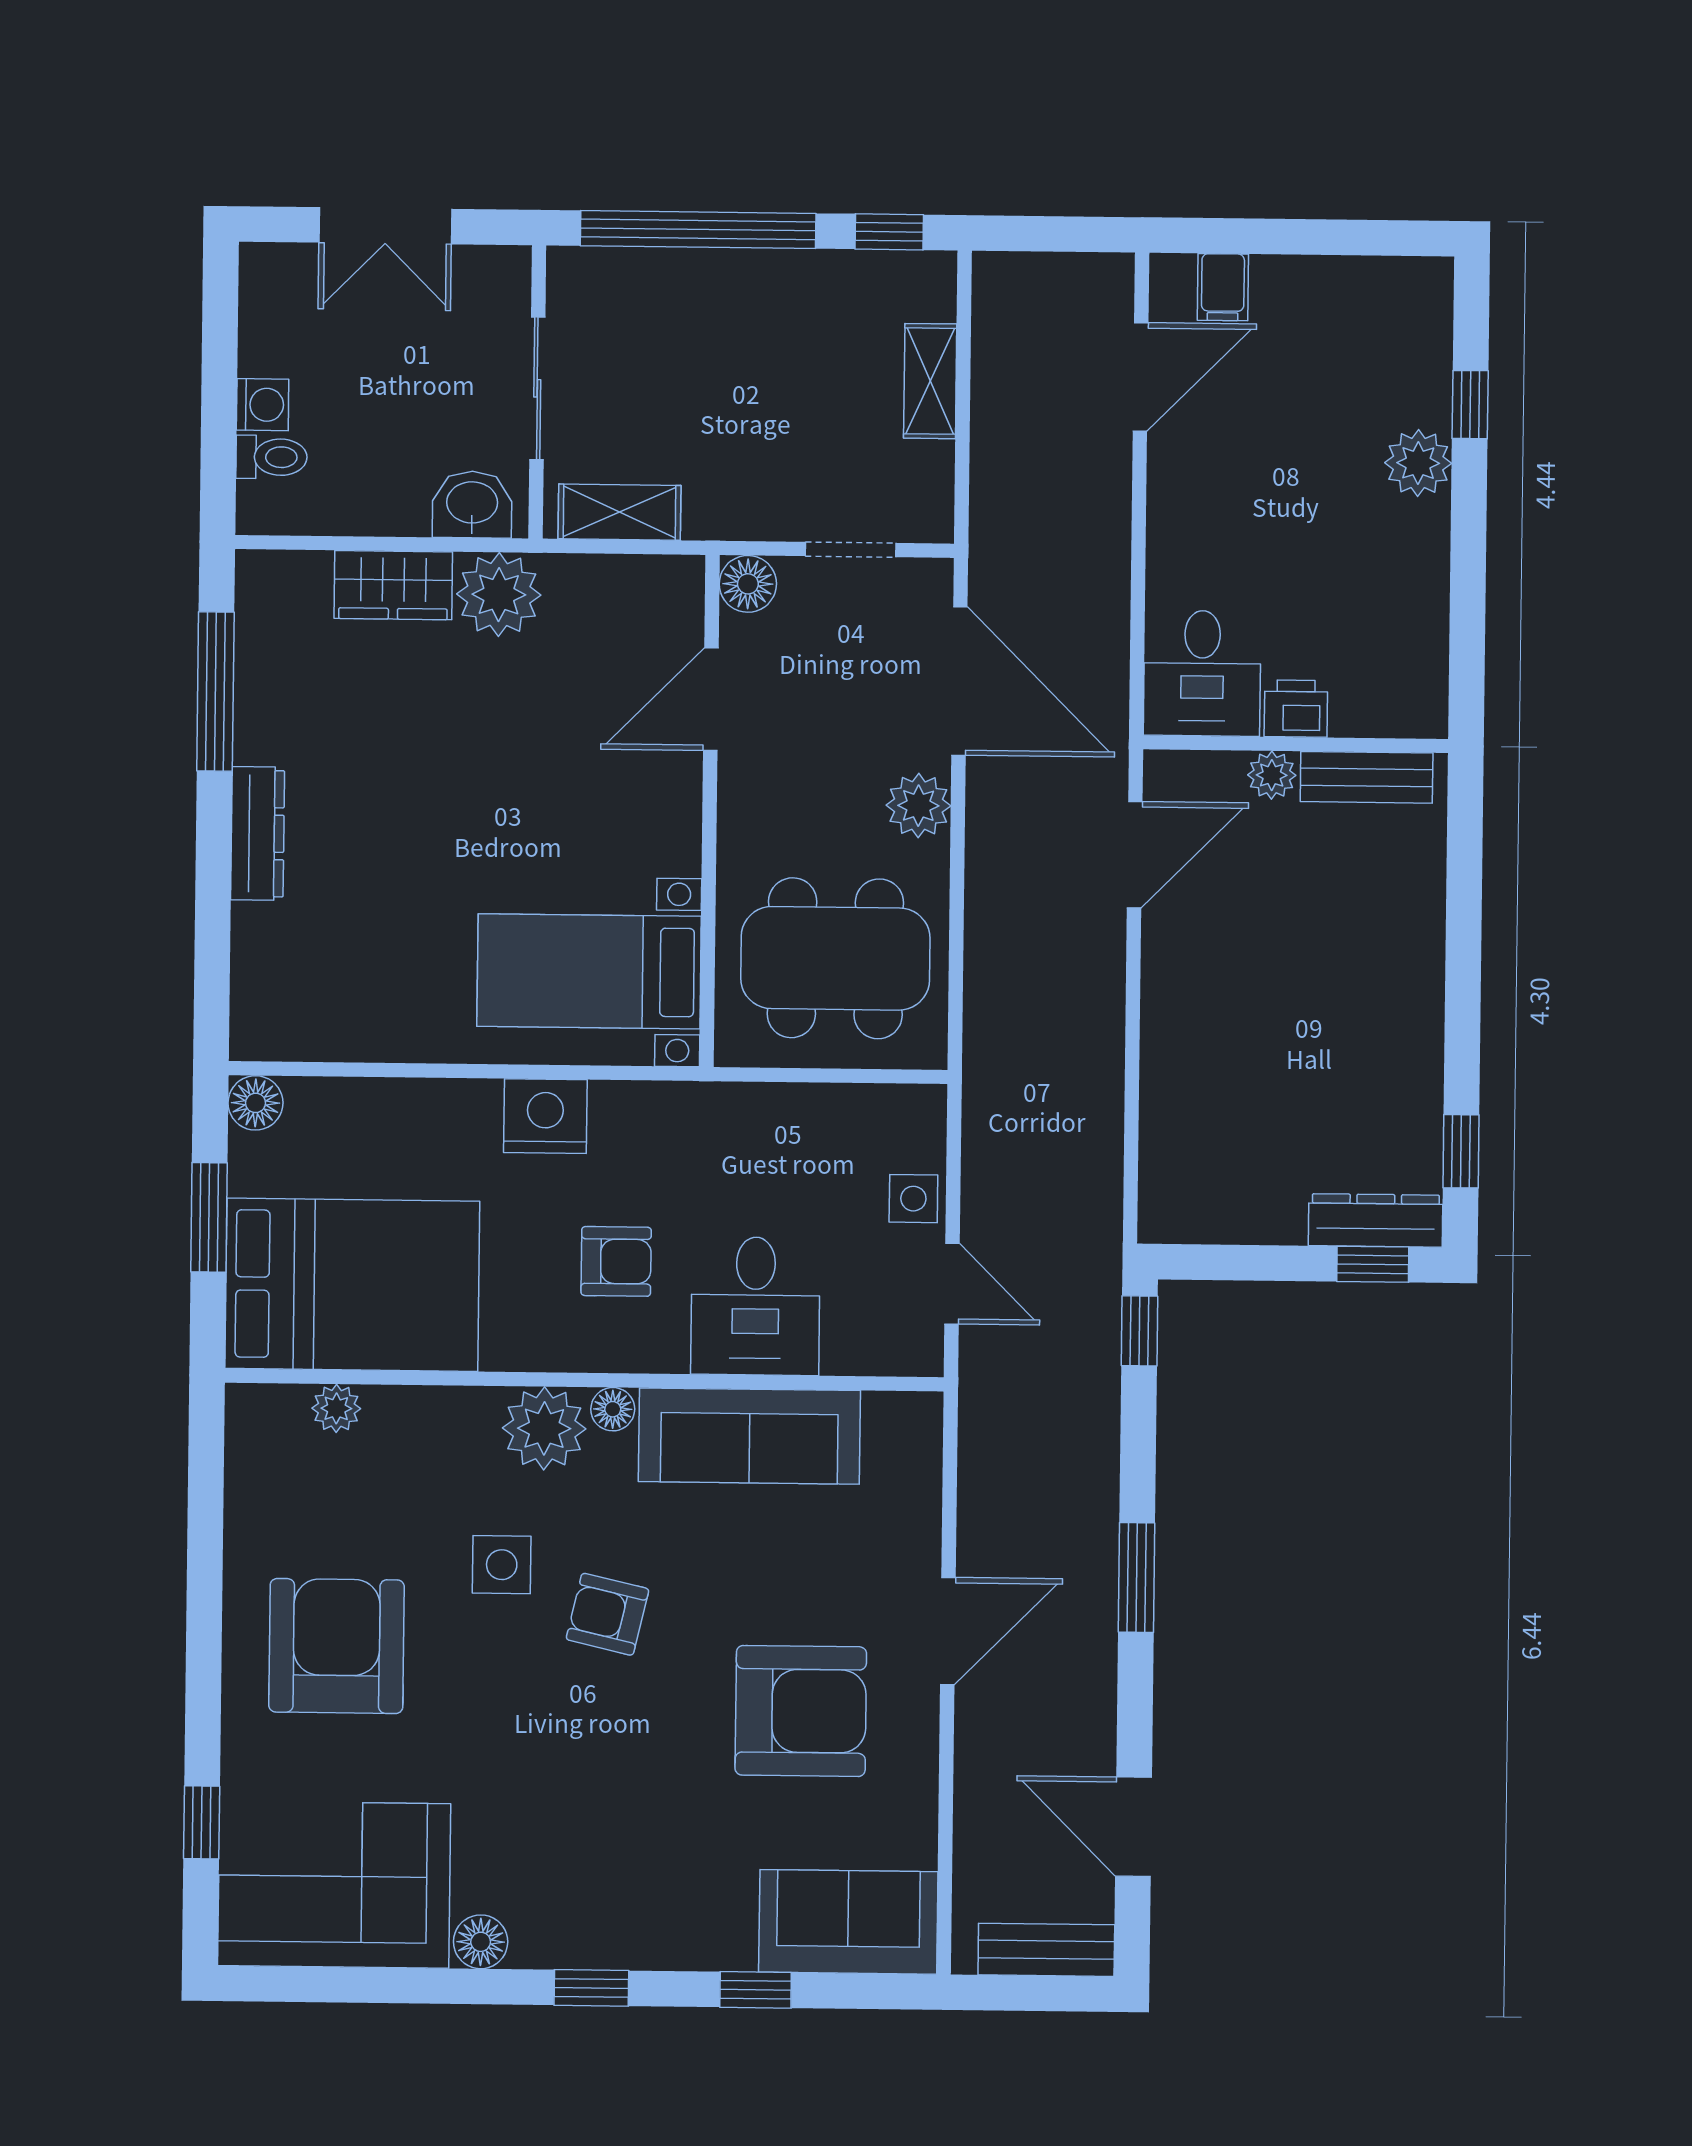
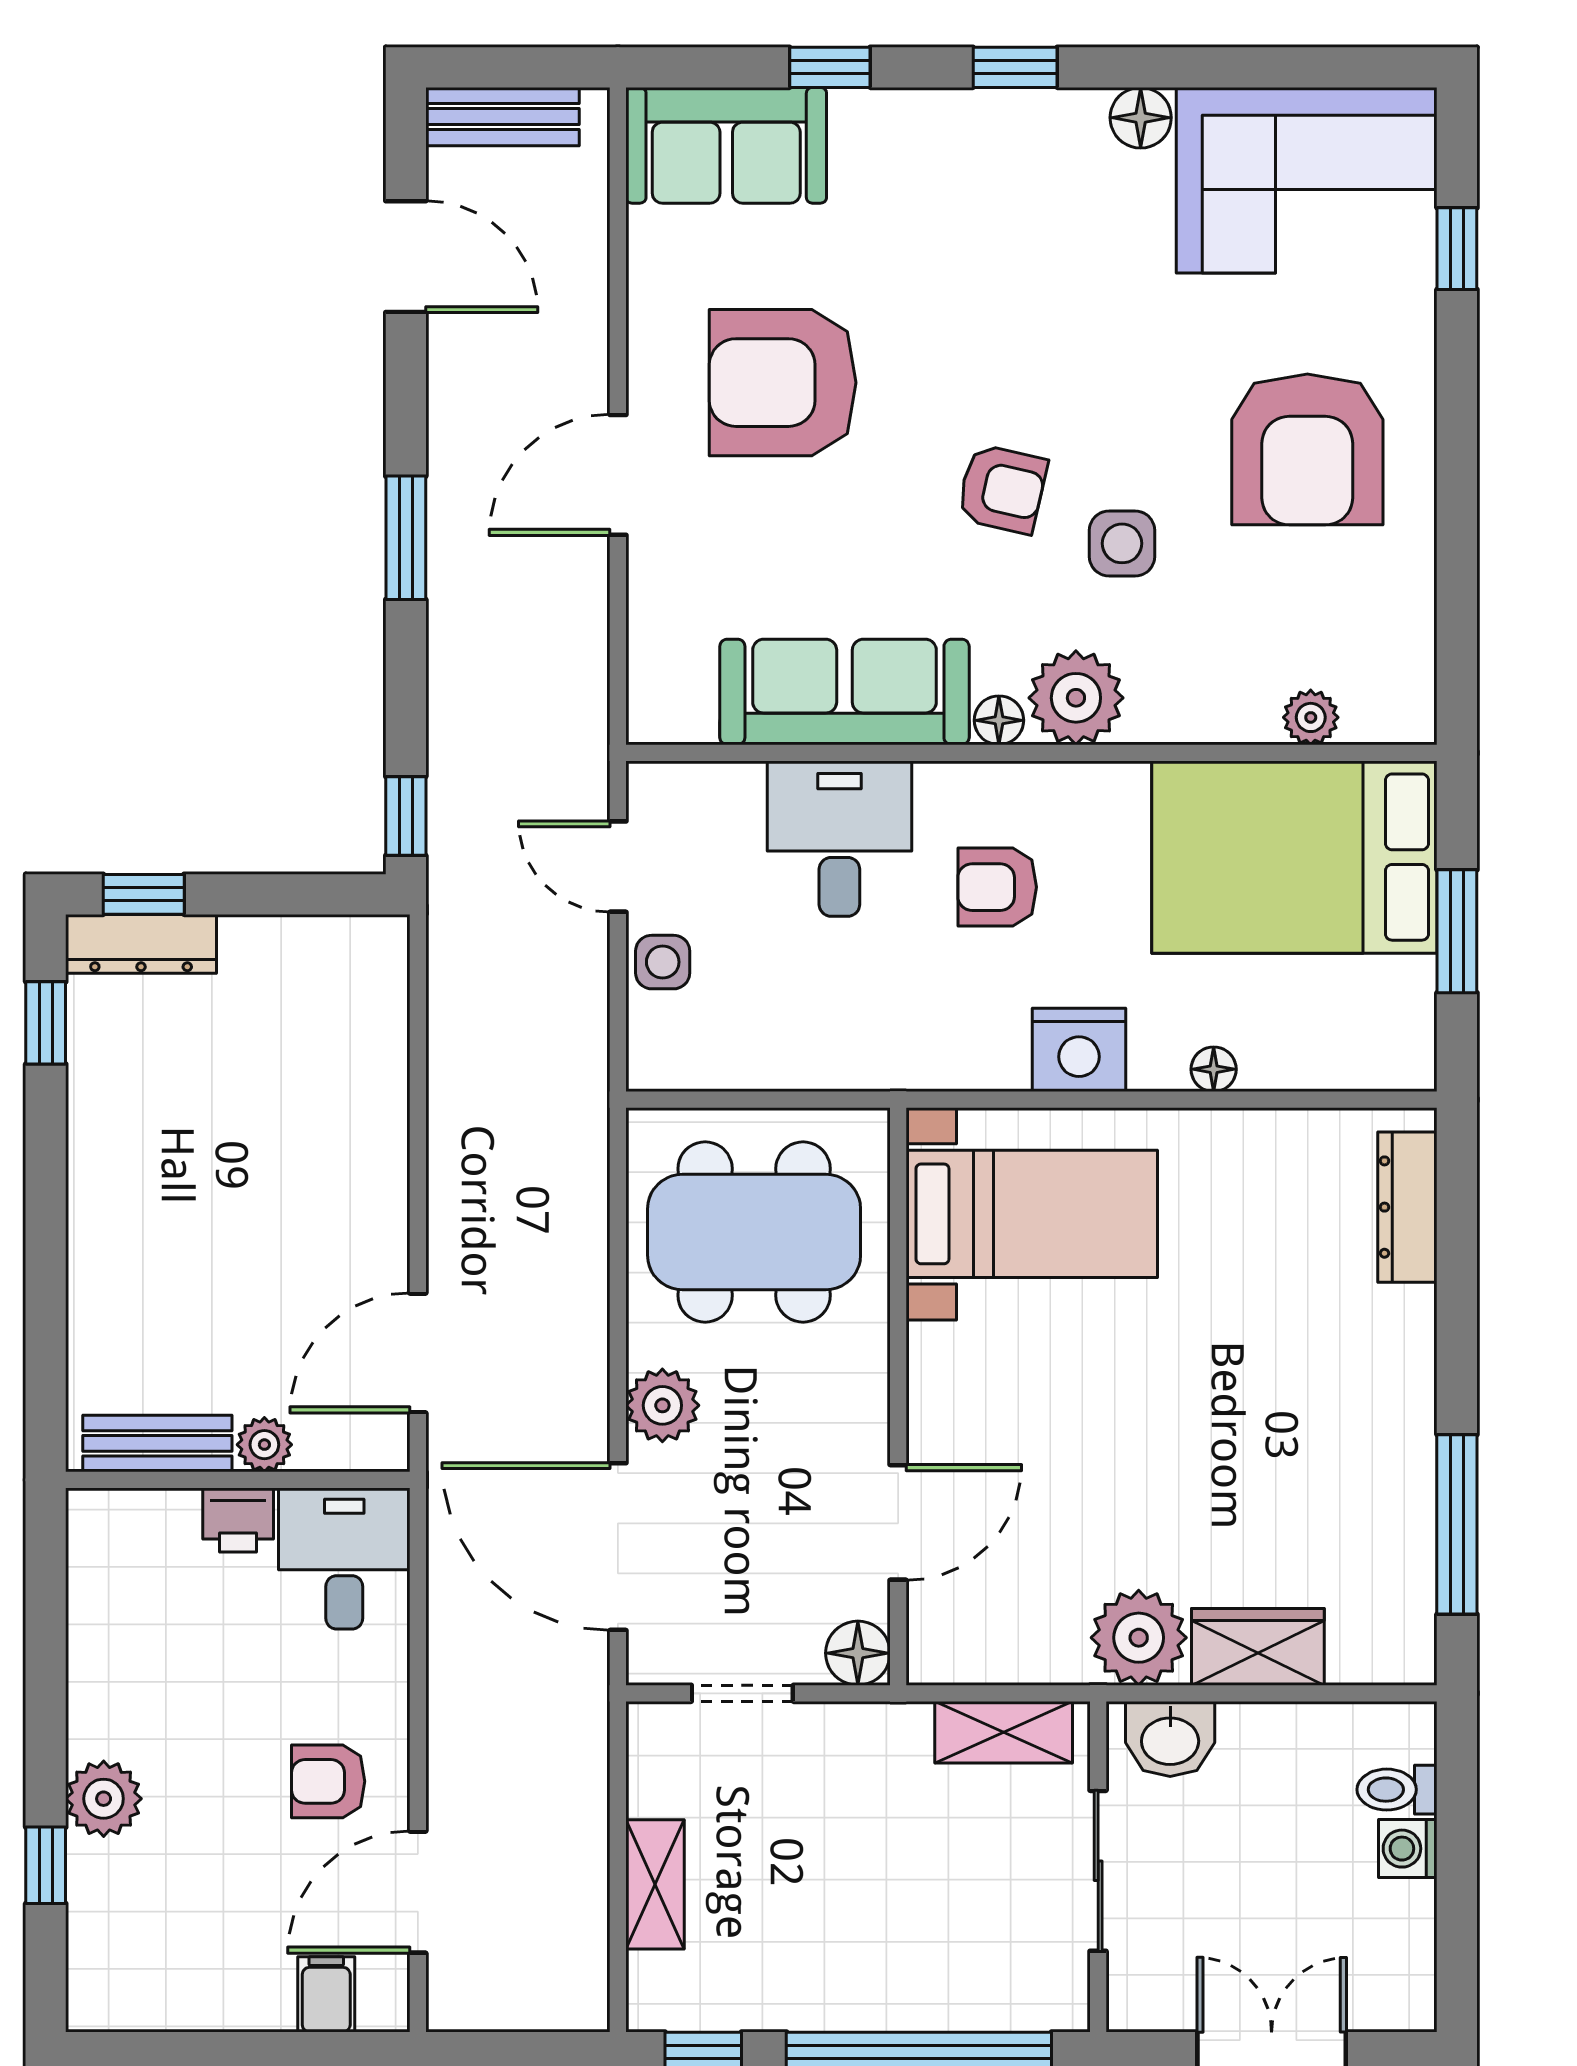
armchair: (1219, 476) -> (328, 1781), added
dresser: (258, 834) -> (1407, 1207), moved
floor lamp: (255, 1103) -> (1214, 1069), moved, width x0.73, depth x0.73

